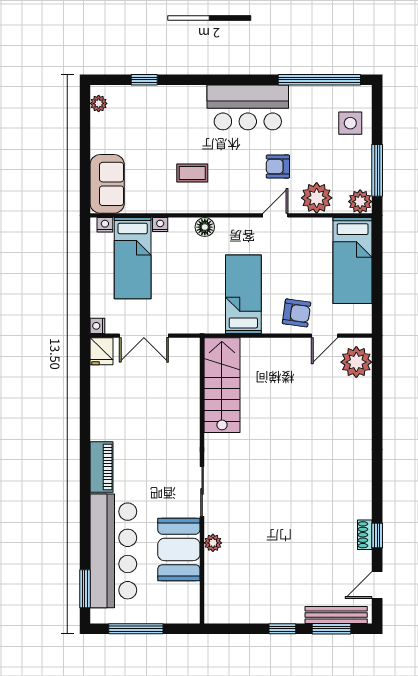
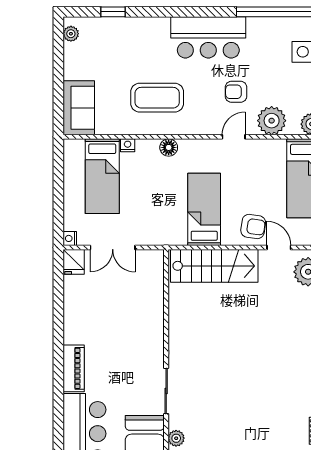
coffee table: (192, 173) -> (157, 98), width x1.86, depth x1.72
nightstand: (105, 225) -> (77, 145), removed
door: (324, 336) -> (279, 247), swing flipped
stairs: (222, 385) -> (214, 266), moved, turned 90

